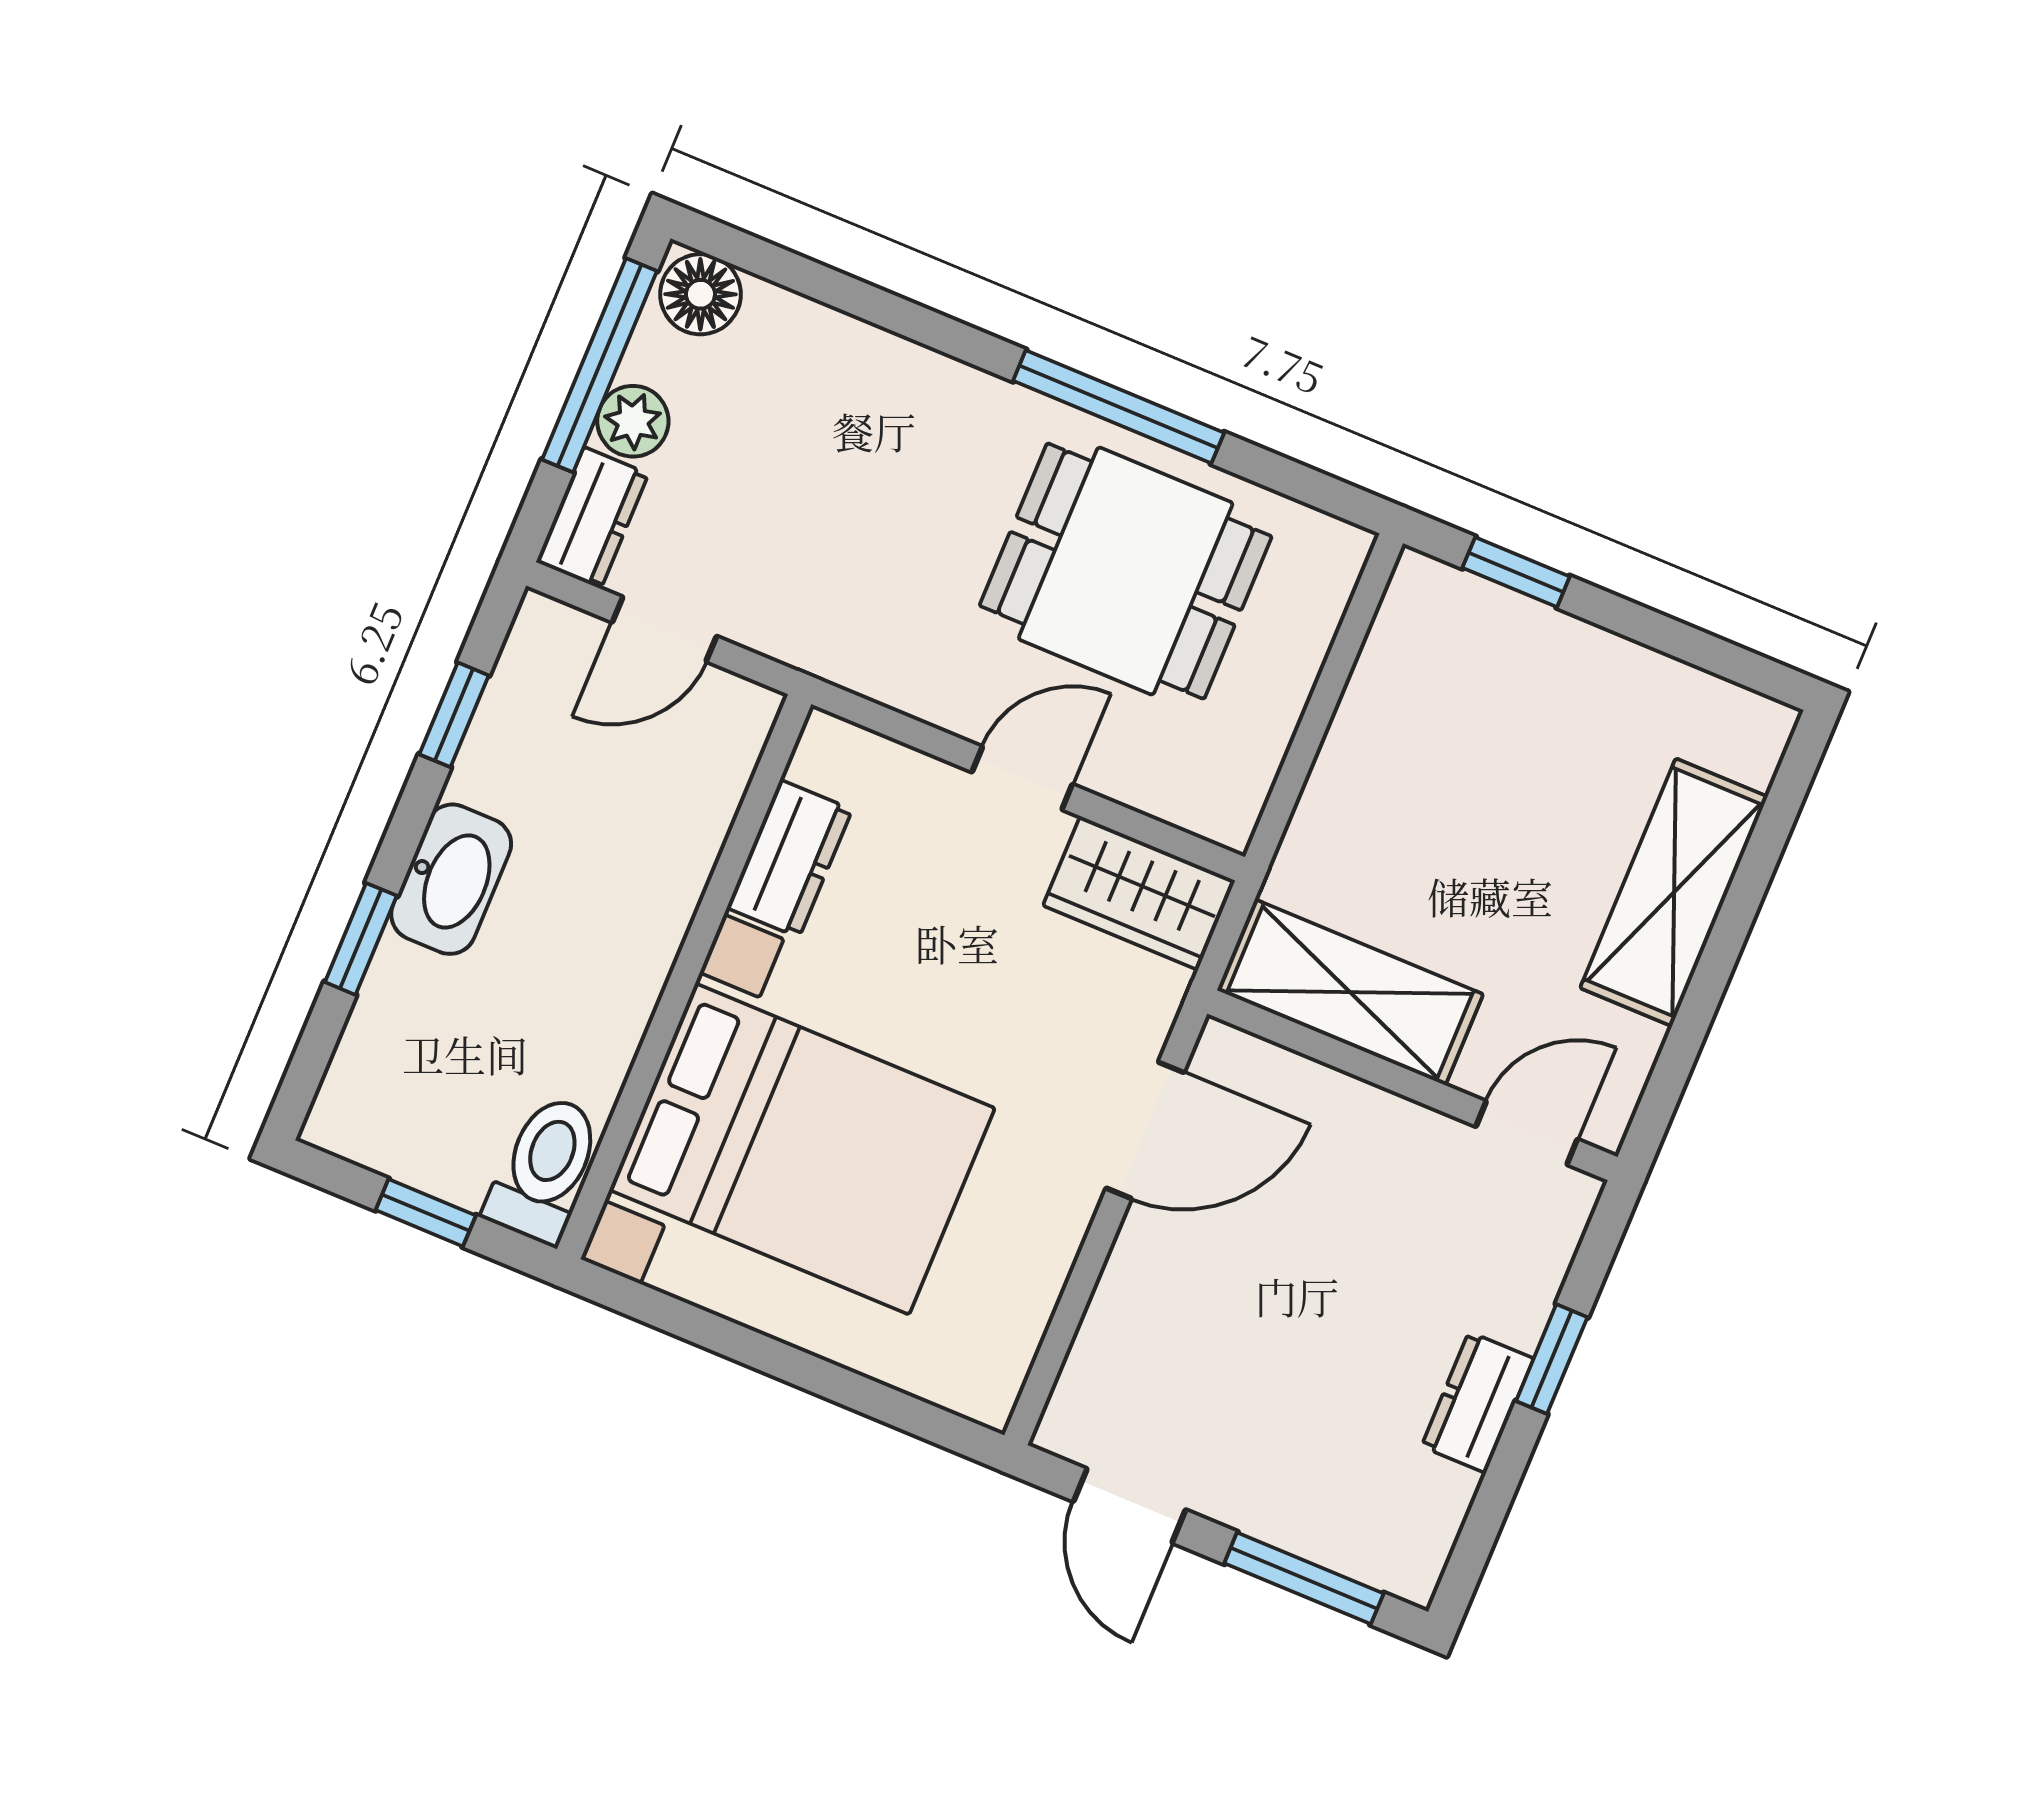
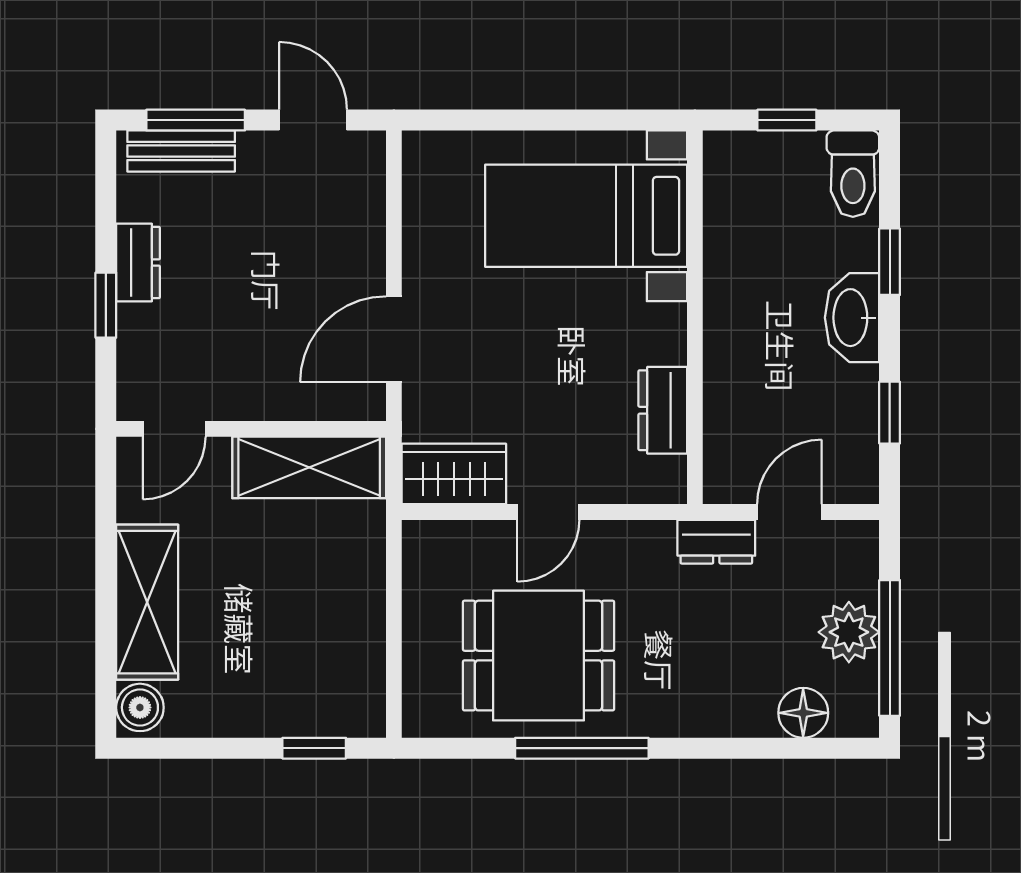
floor lamp: (700, 294) -> (803, 713), moved
plant: (633, 421) -> (849, 632), width x1.38, depth x1.38
dresser: (592, 518) -> (716, 542), moved, turned -90
boiler: (1750, 740) -> (140, 707), added
bed with nightstands: (802, 1149) -> (586, 216), width x0.73
toilet: (545, 1169) -> (853, 174), moved
bench: (1345, 1541) -> (181, 151), added

